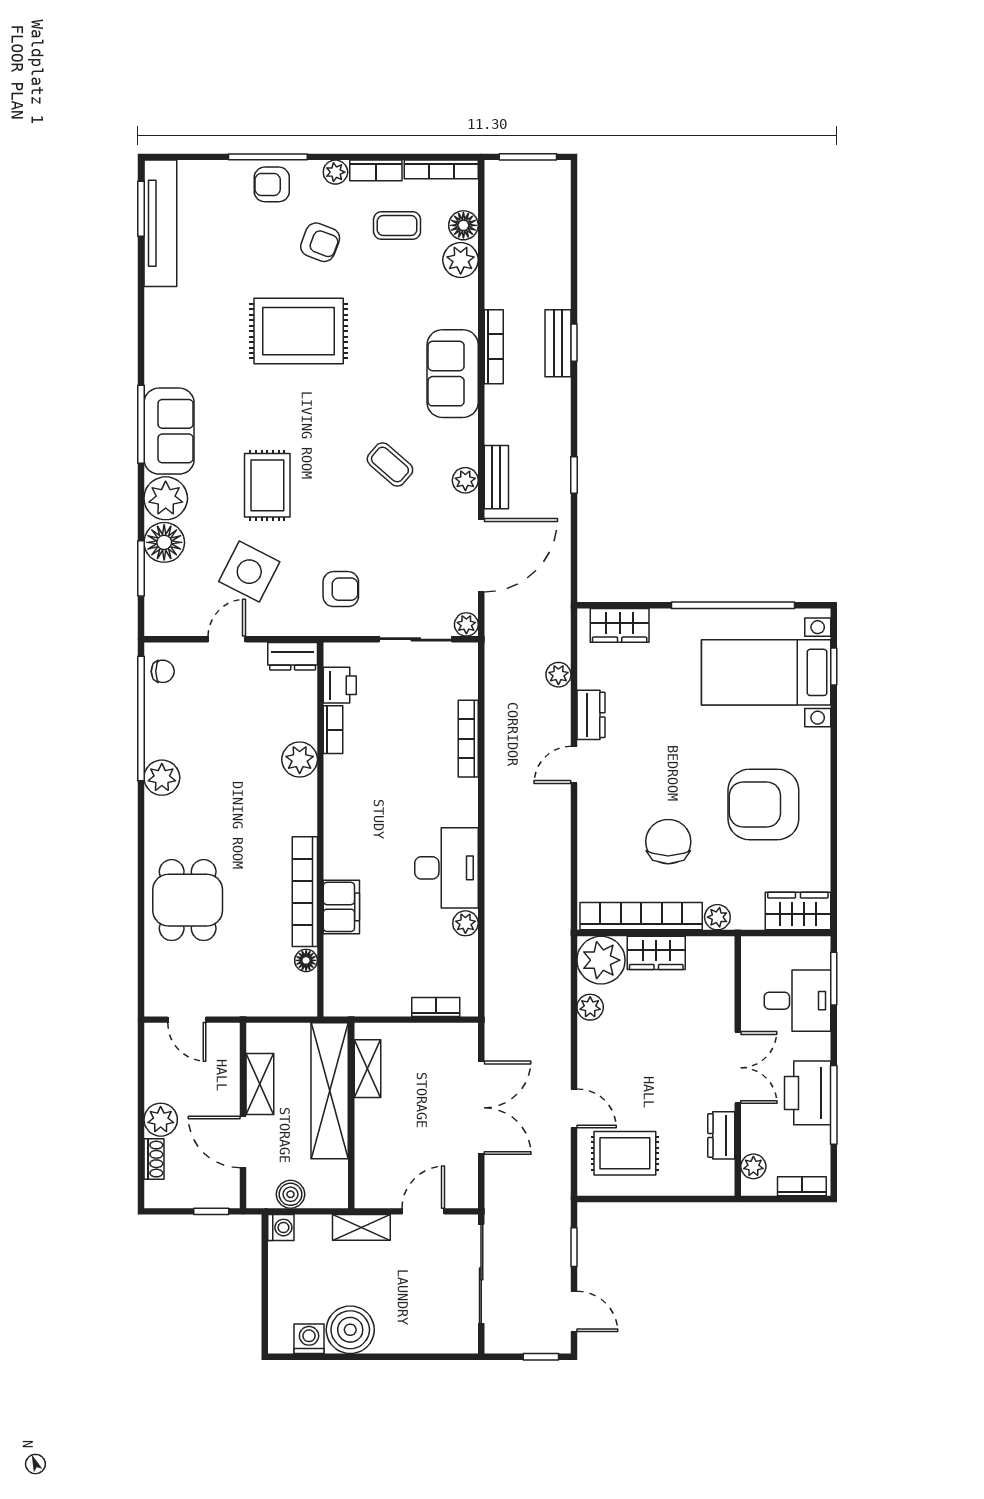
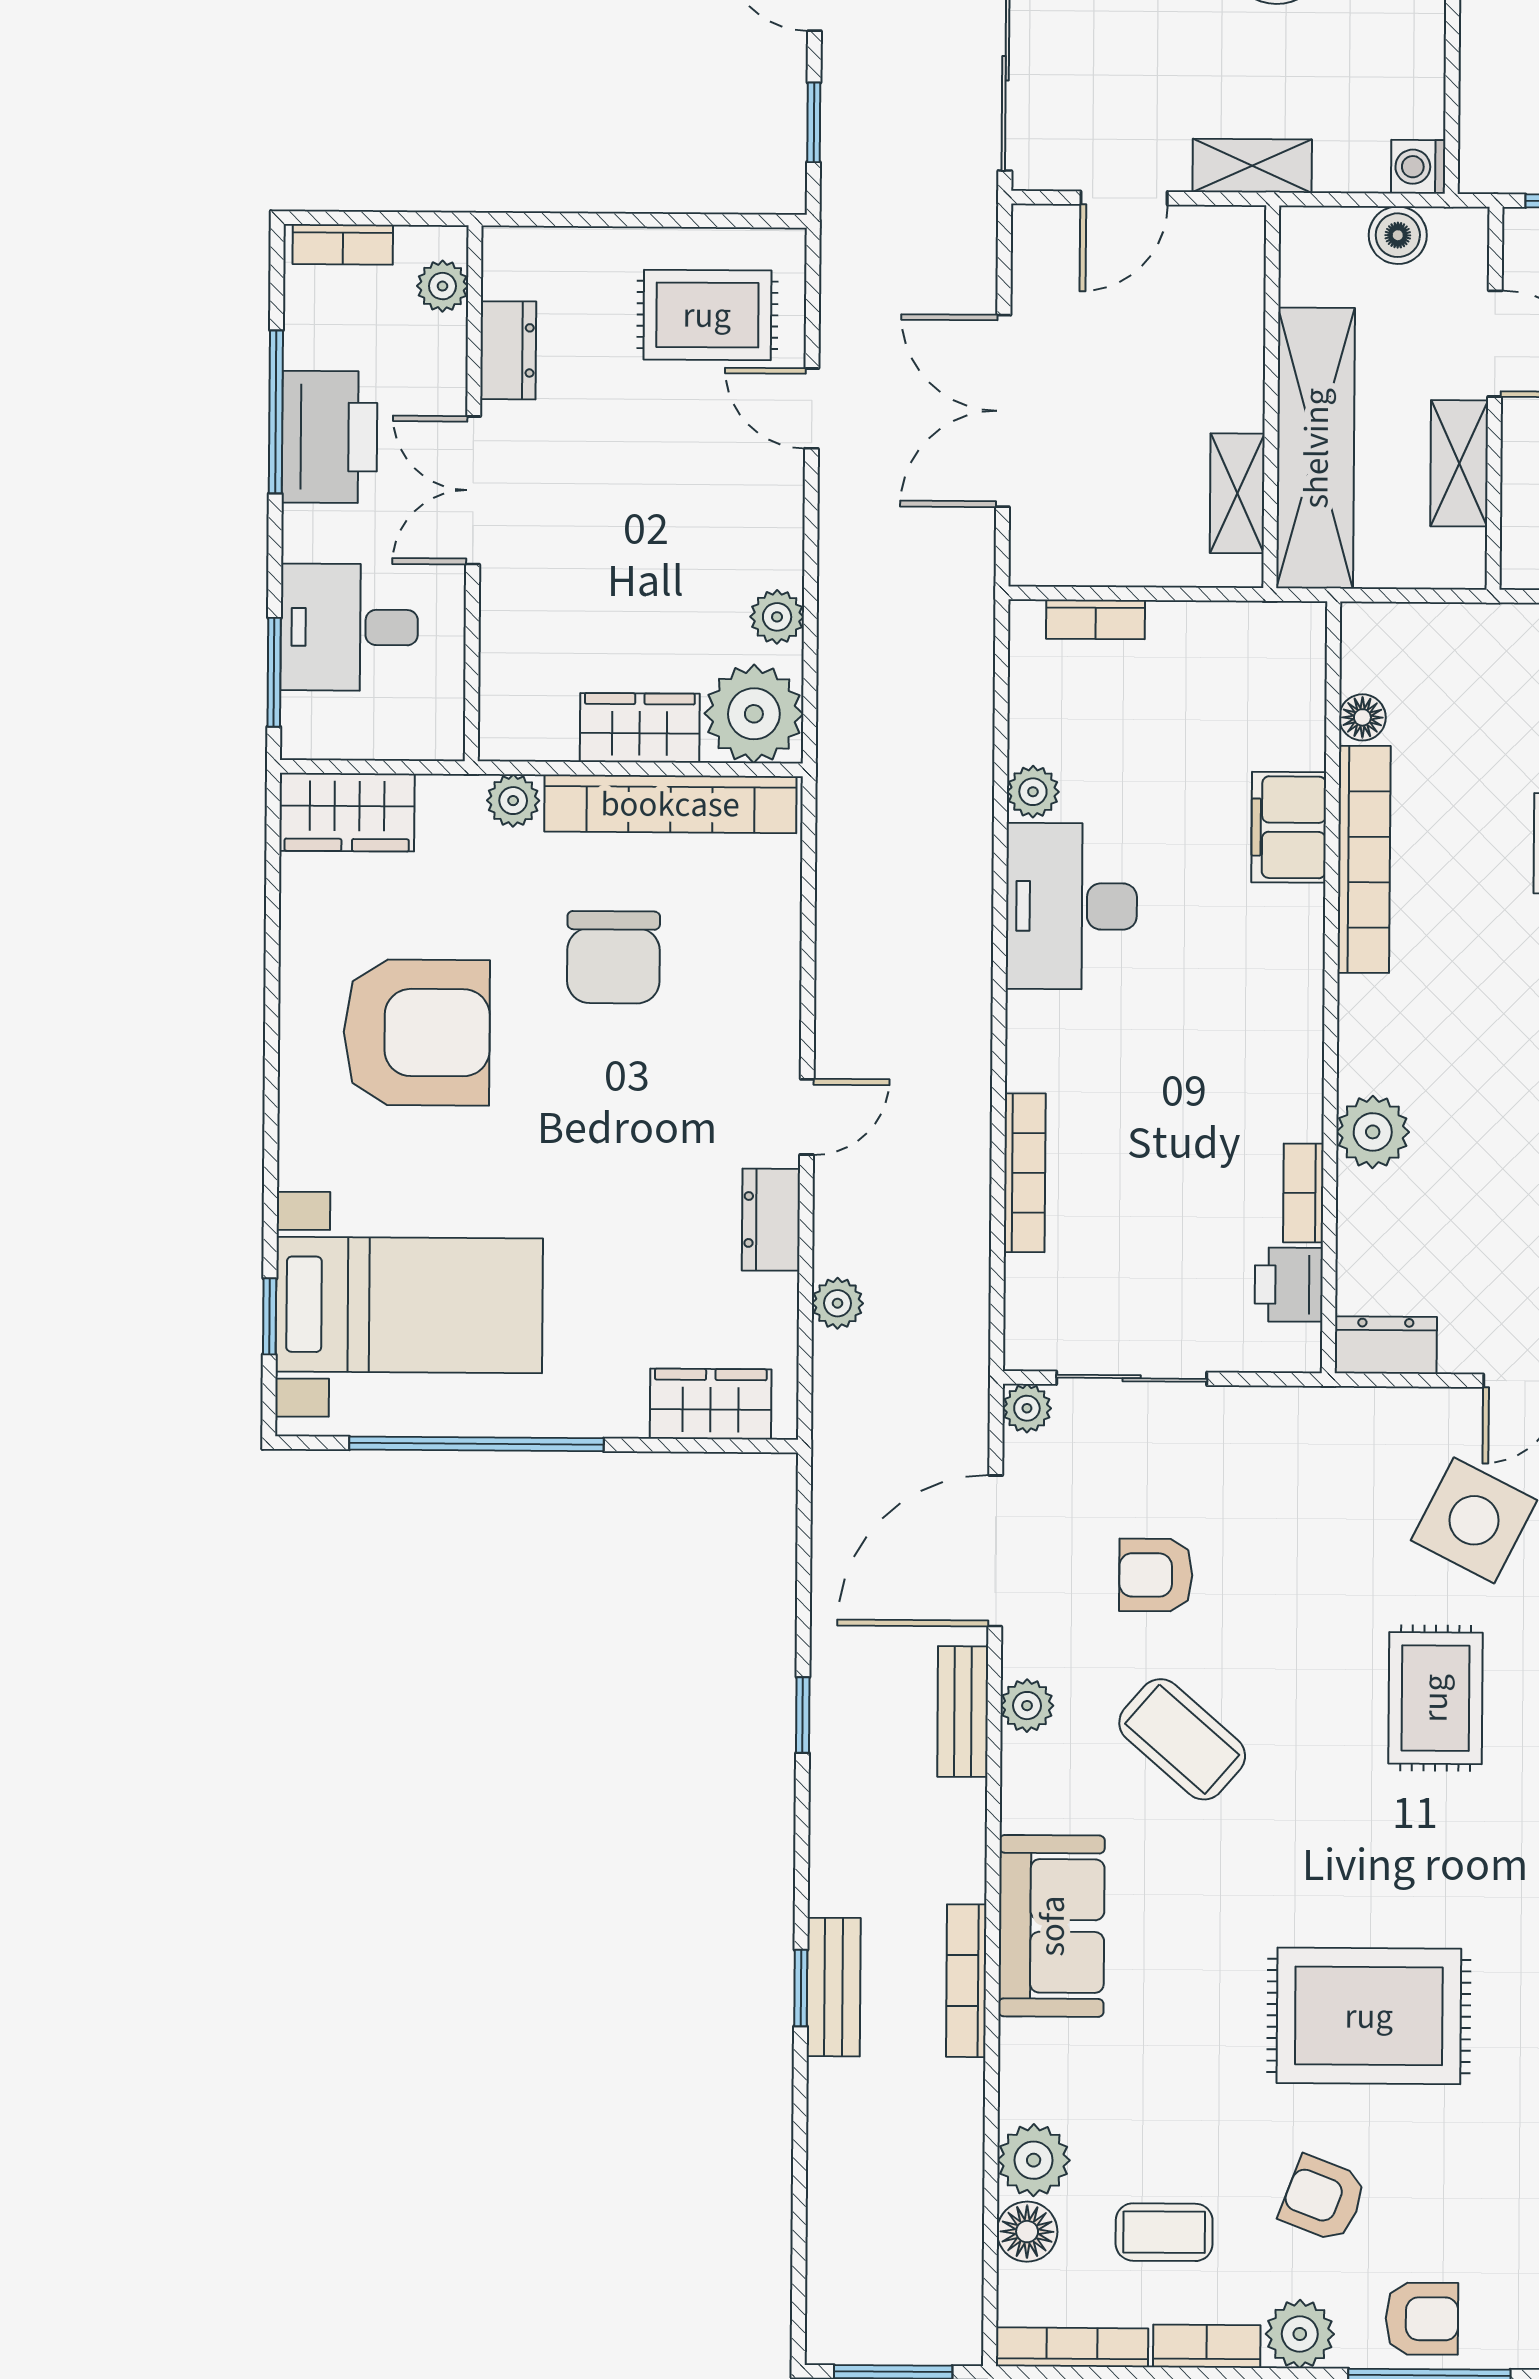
plant: (335, 172) -> (1300, 2334), width x1.38, depth x1.38
coffee table: (390, 464) -> (1182, 1739), width x1.36, depth x1.30
armchair: (341, 589) -> (1156, 1575), moved

